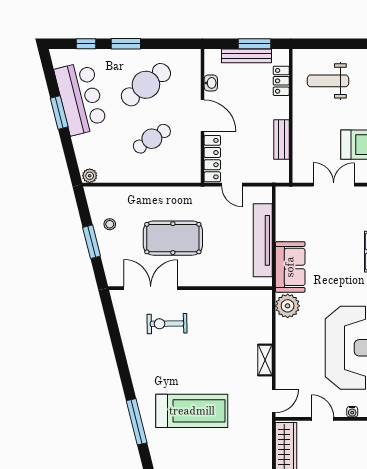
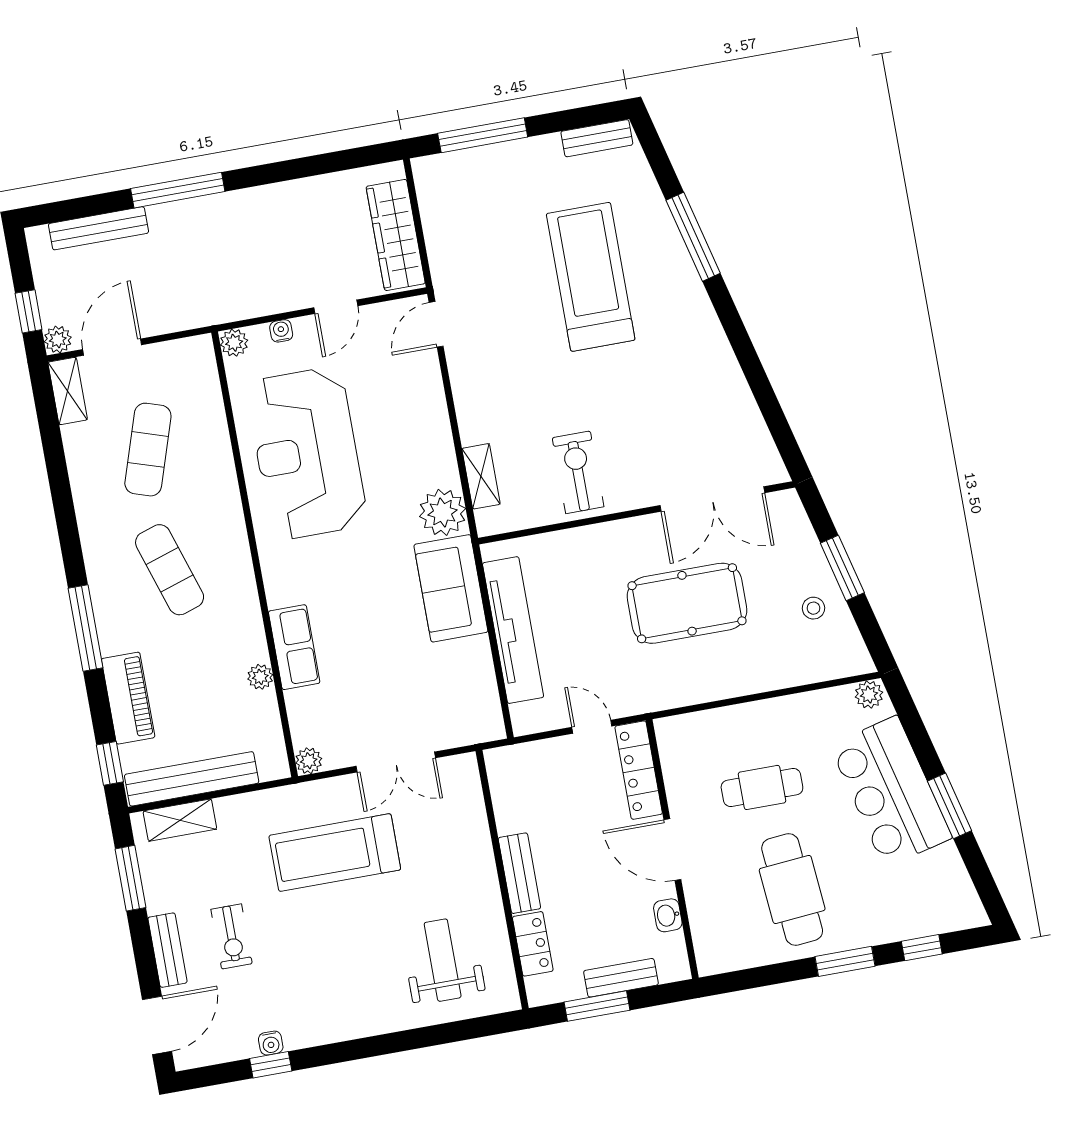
bench: (247, 56) -> (621, 978), width x0.73
weight bench: (328, 81) -> (443, 960), turned -90
cafe table: (146, 85) -> (792, 889), turned -57
bar counter: (81, 98) -> (891, 792), moved
cafe table: (152, 139) -> (762, 787), turned 33
bench: (282, 140) -> (519, 873), moved
exercise bike: (167, 324) -> (578, 472), moved, turned -89
shelving: (265, 360) -> (481, 476), moved
treadmill: (192, 411) -> (591, 277), turned 90
door: (323, 419) -> (336, 307), hinge flipped

